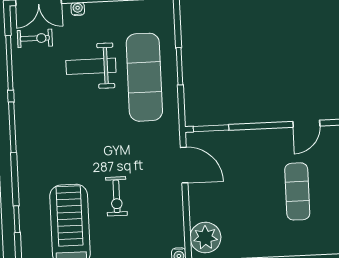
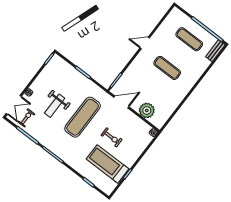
exercise mat: (144, 77) -> (83, 117), moved, turned 90
door: (306, 124) -> (145, 43), swing flipped
plant: (205, 238) -> (147, 110), moved

